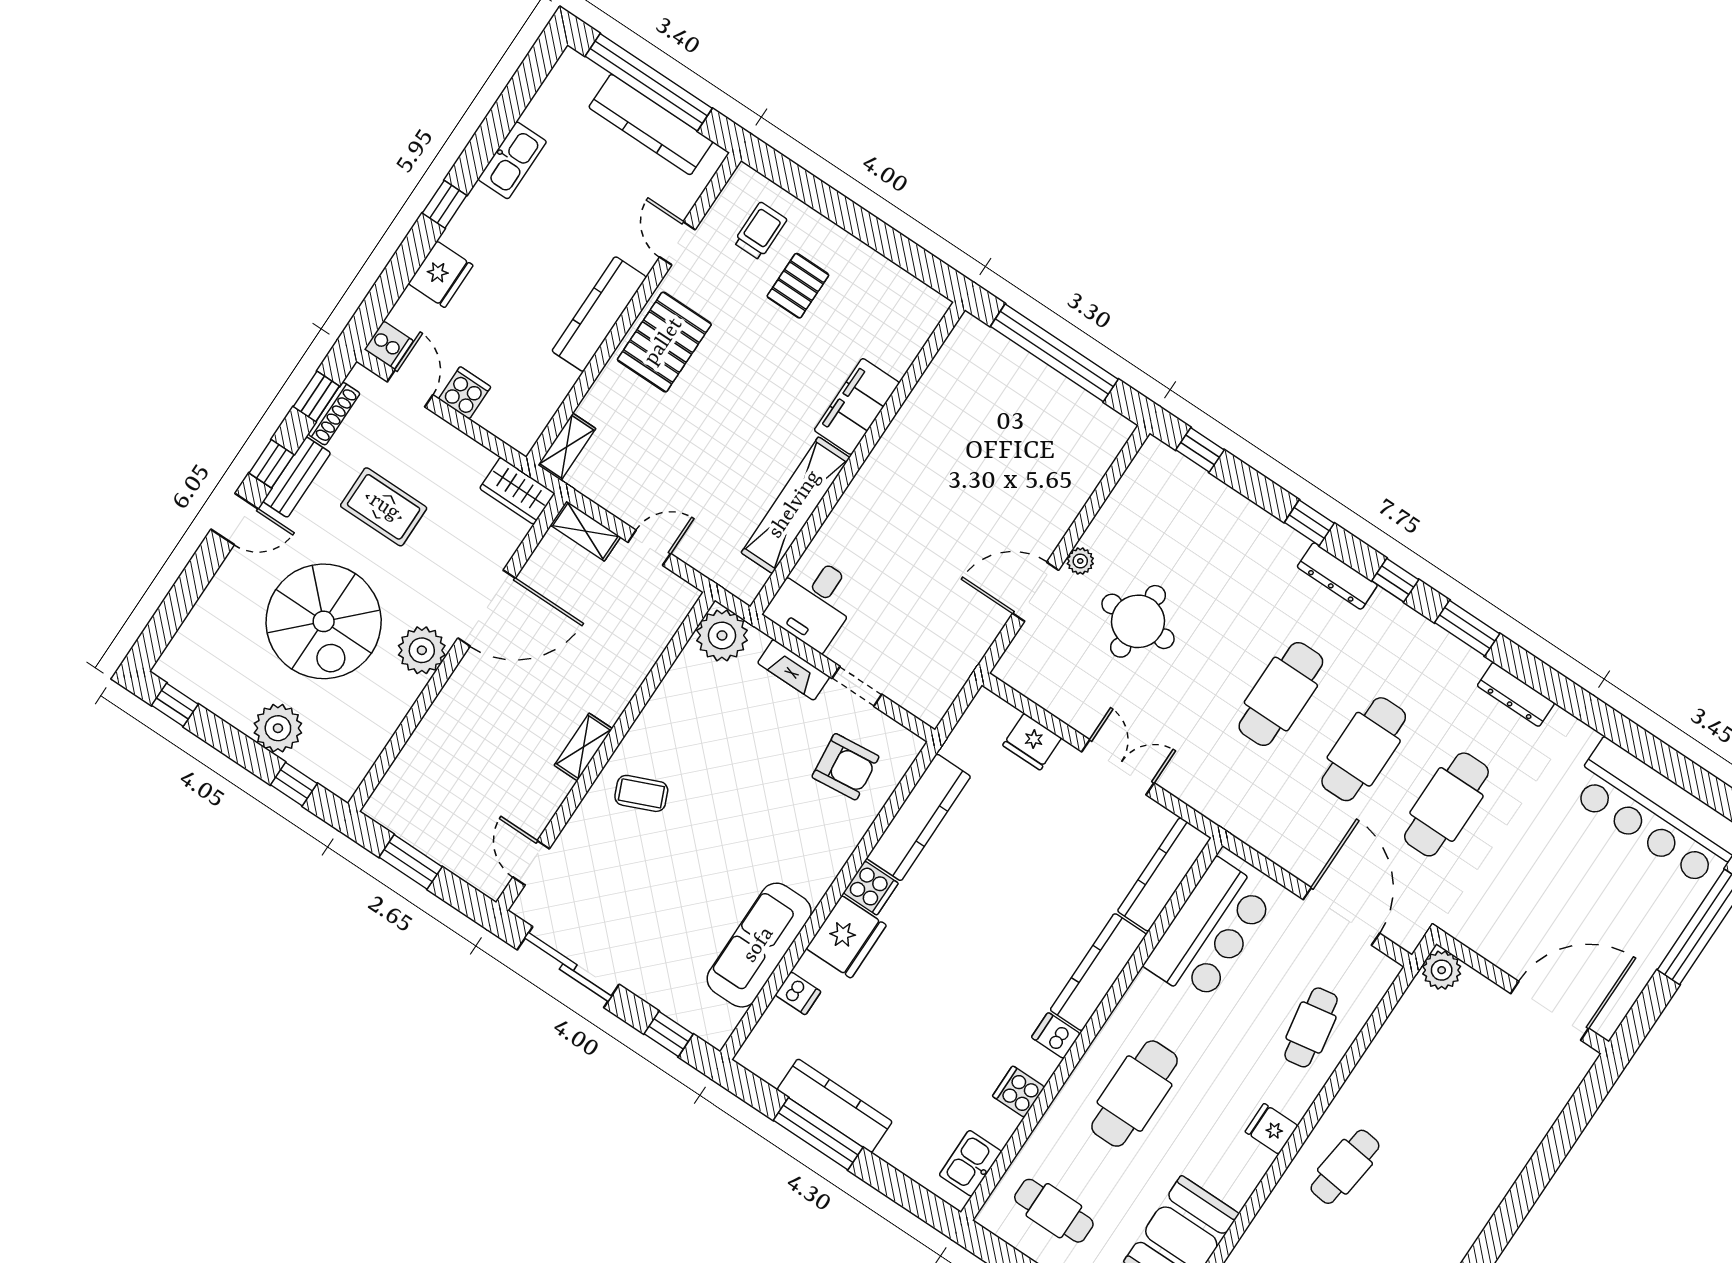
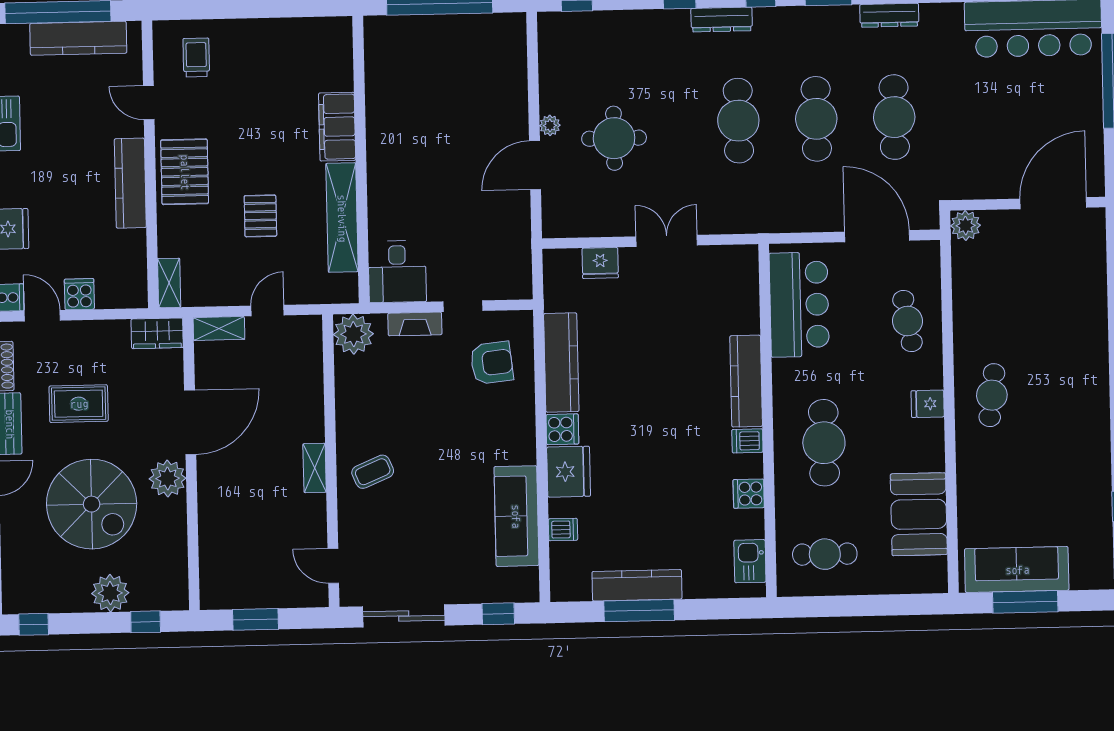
pallet: (798, 286) -> (260, 216), moved
kitchen counter: (1164, 874) -> (745, 289), removed

